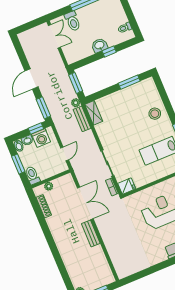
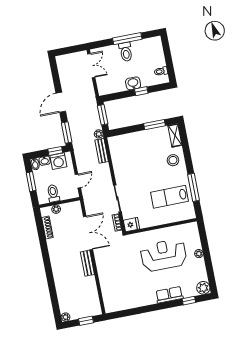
toilet: (73, 21) -> (126, 52), moved
shelving: (94, 113) -> (175, 135), moved
toilet: (32, 175) -> (53, 193), moved

